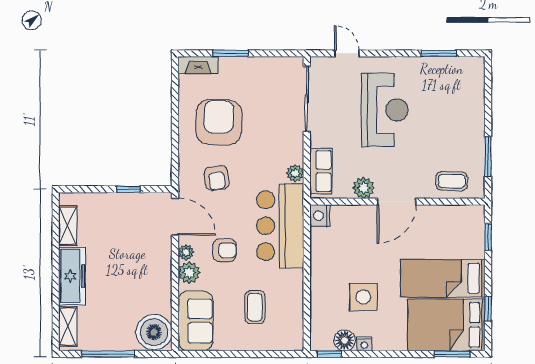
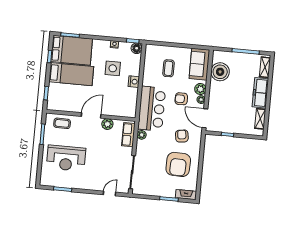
door: (347, 53) -> (109, 193), swing flipped
reception desk: (385, 110) -> (66, 158), moved, turned -90
nightstand: (320, 216) -> (134, 82), moved
boiler: (154, 332) -> (220, 72), moved
floor lamp: (345, 340) -> (137, 48), moved

